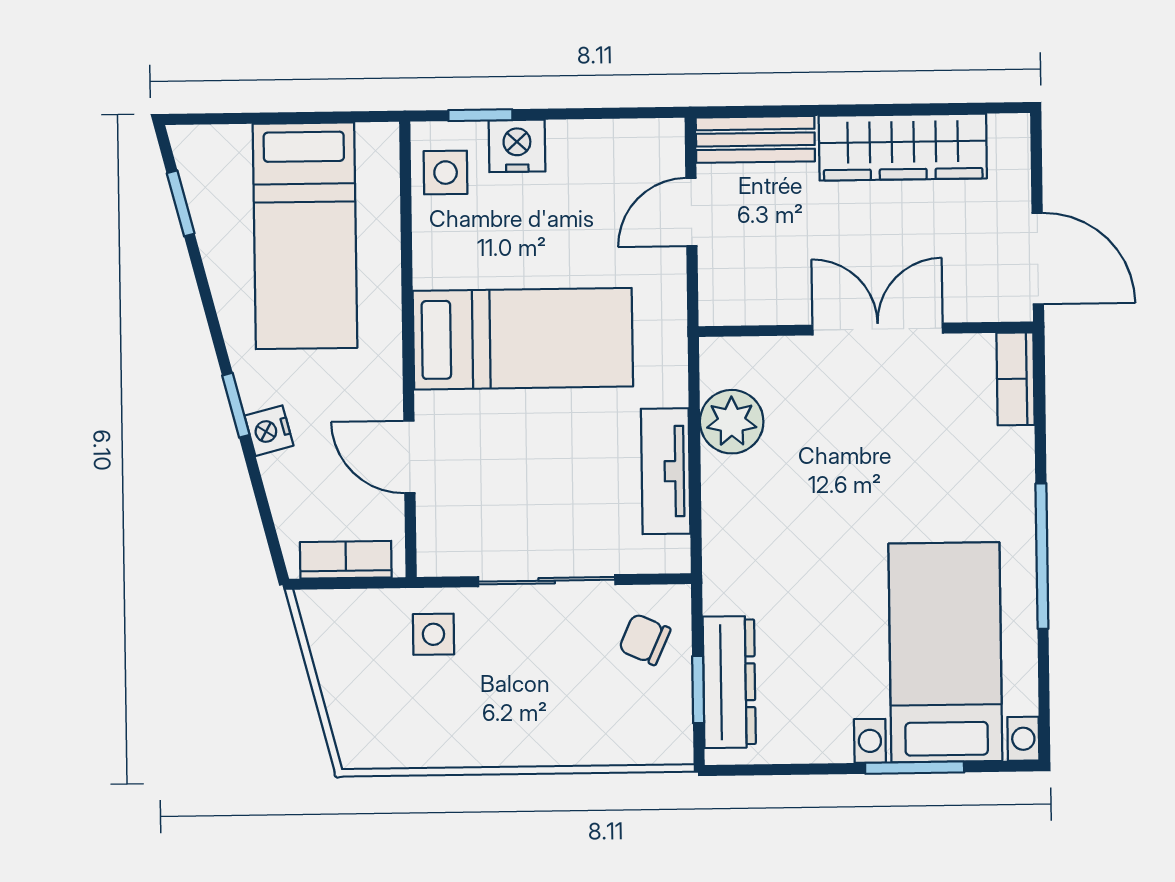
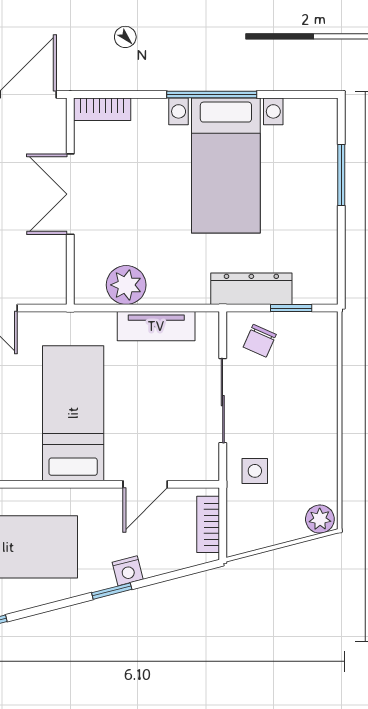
bed with nightstands: (945, 652) -> (226, 165), moved, turned -90
dresser: (729, 682) -> (251, 289), moved
plant: (357, 741) -> (320, 519), added

